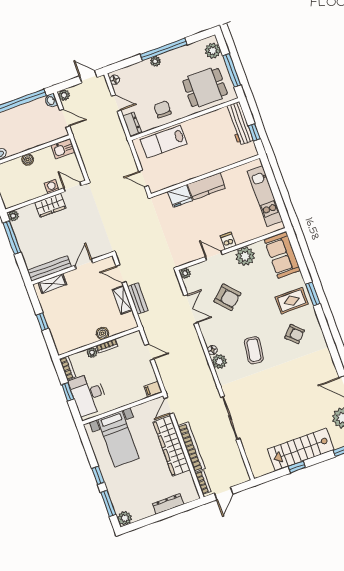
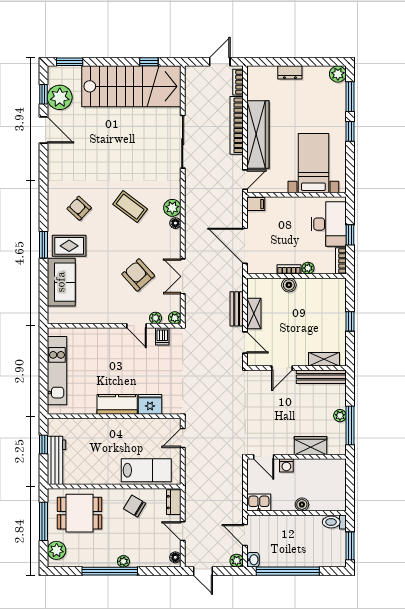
chair: (163, 109) -> (135, 506), turned 121
door: (144, 178) -> (183, 438), swing flipped
wardrobe: (50, 205) -> (311, 446), moved
plant: (13, 216) -> (340, 416), moved
dishwasher: (228, 241) -> (162, 336), moved
sofa: (282, 255) -> (61, 282), moved
plant: (245, 256) -> (156, 318), moved, width x0.53, depth x0.53
coffee table: (254, 350) -> (130, 207), turned -61
door: (149, 352) -> (245, 246), width x1.87
stairs: (301, 450) -> (131, 86), width x1.36, depth x1.51
window: (297, 467) -> (149, 62), moved
dresser: (168, 504) -> (290, 72), width x0.70

